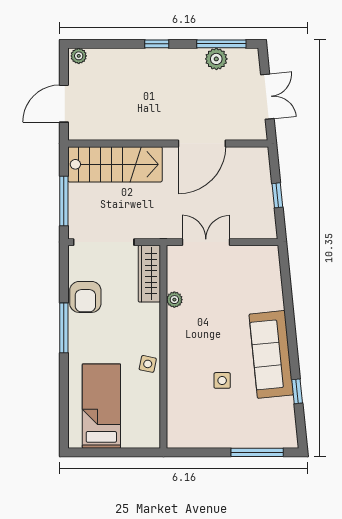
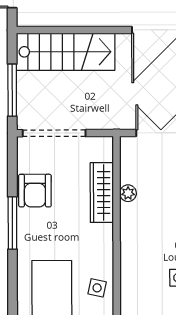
wardrobe: (149, 274) -> (102, 193), moved
side table: (148, 364) -> (97, 288), moved

